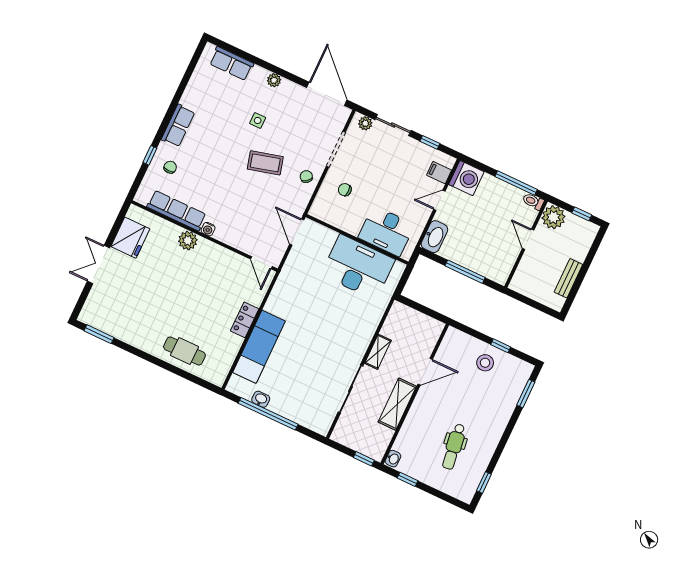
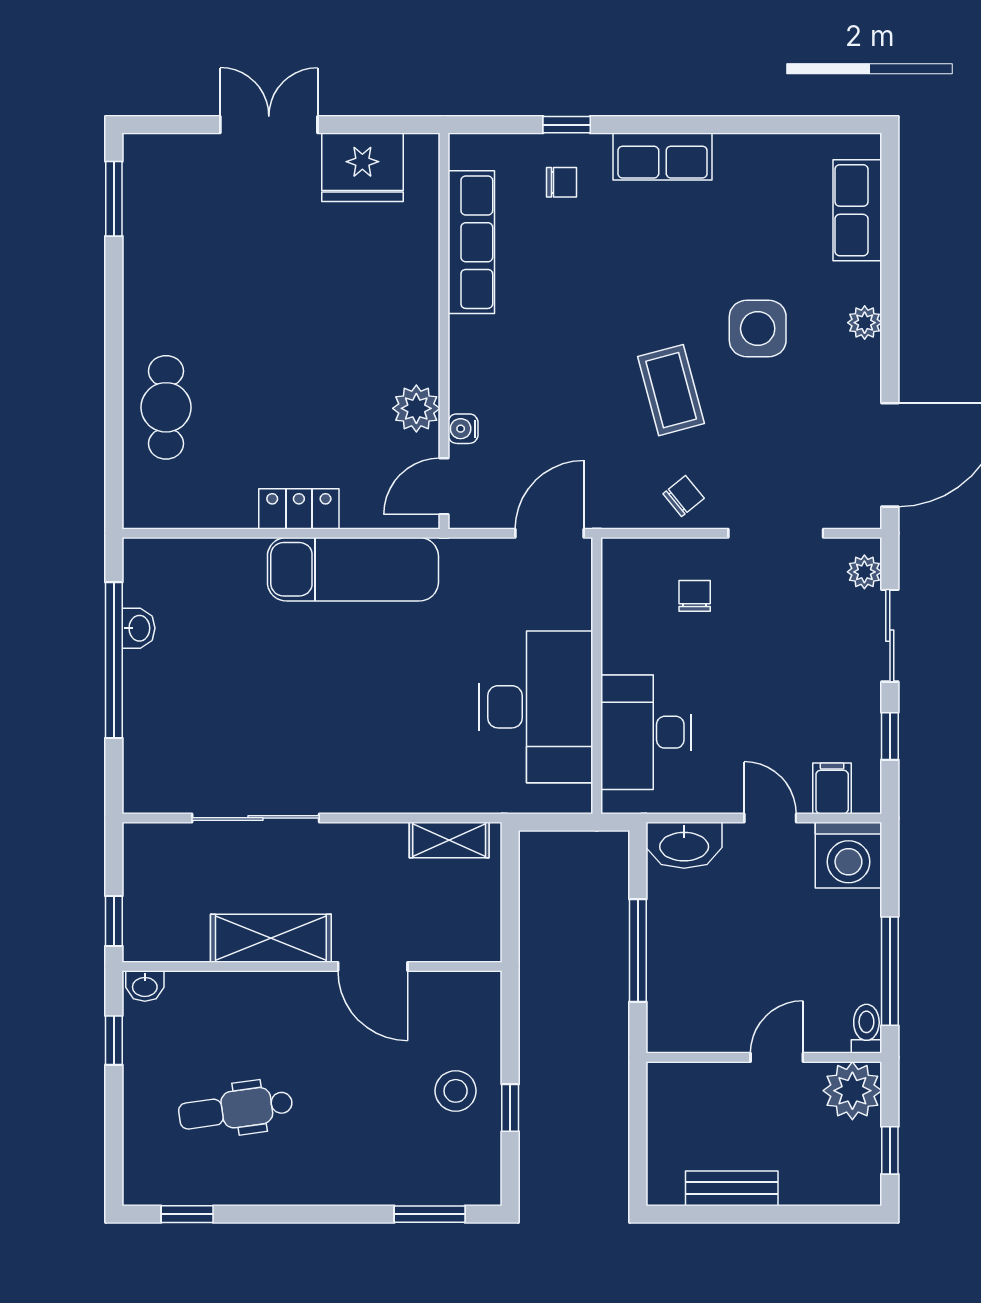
side table: (258, 120) -> (758, 329), width x1.87, depth x1.87
water cooler: (208, 229) -> (463, 429), moved
plant: (188, 240) -> (416, 408), moved
exam couch: (259, 347) -> (353, 569), moved
shelving: (378, 352) -> (449, 840), moved

